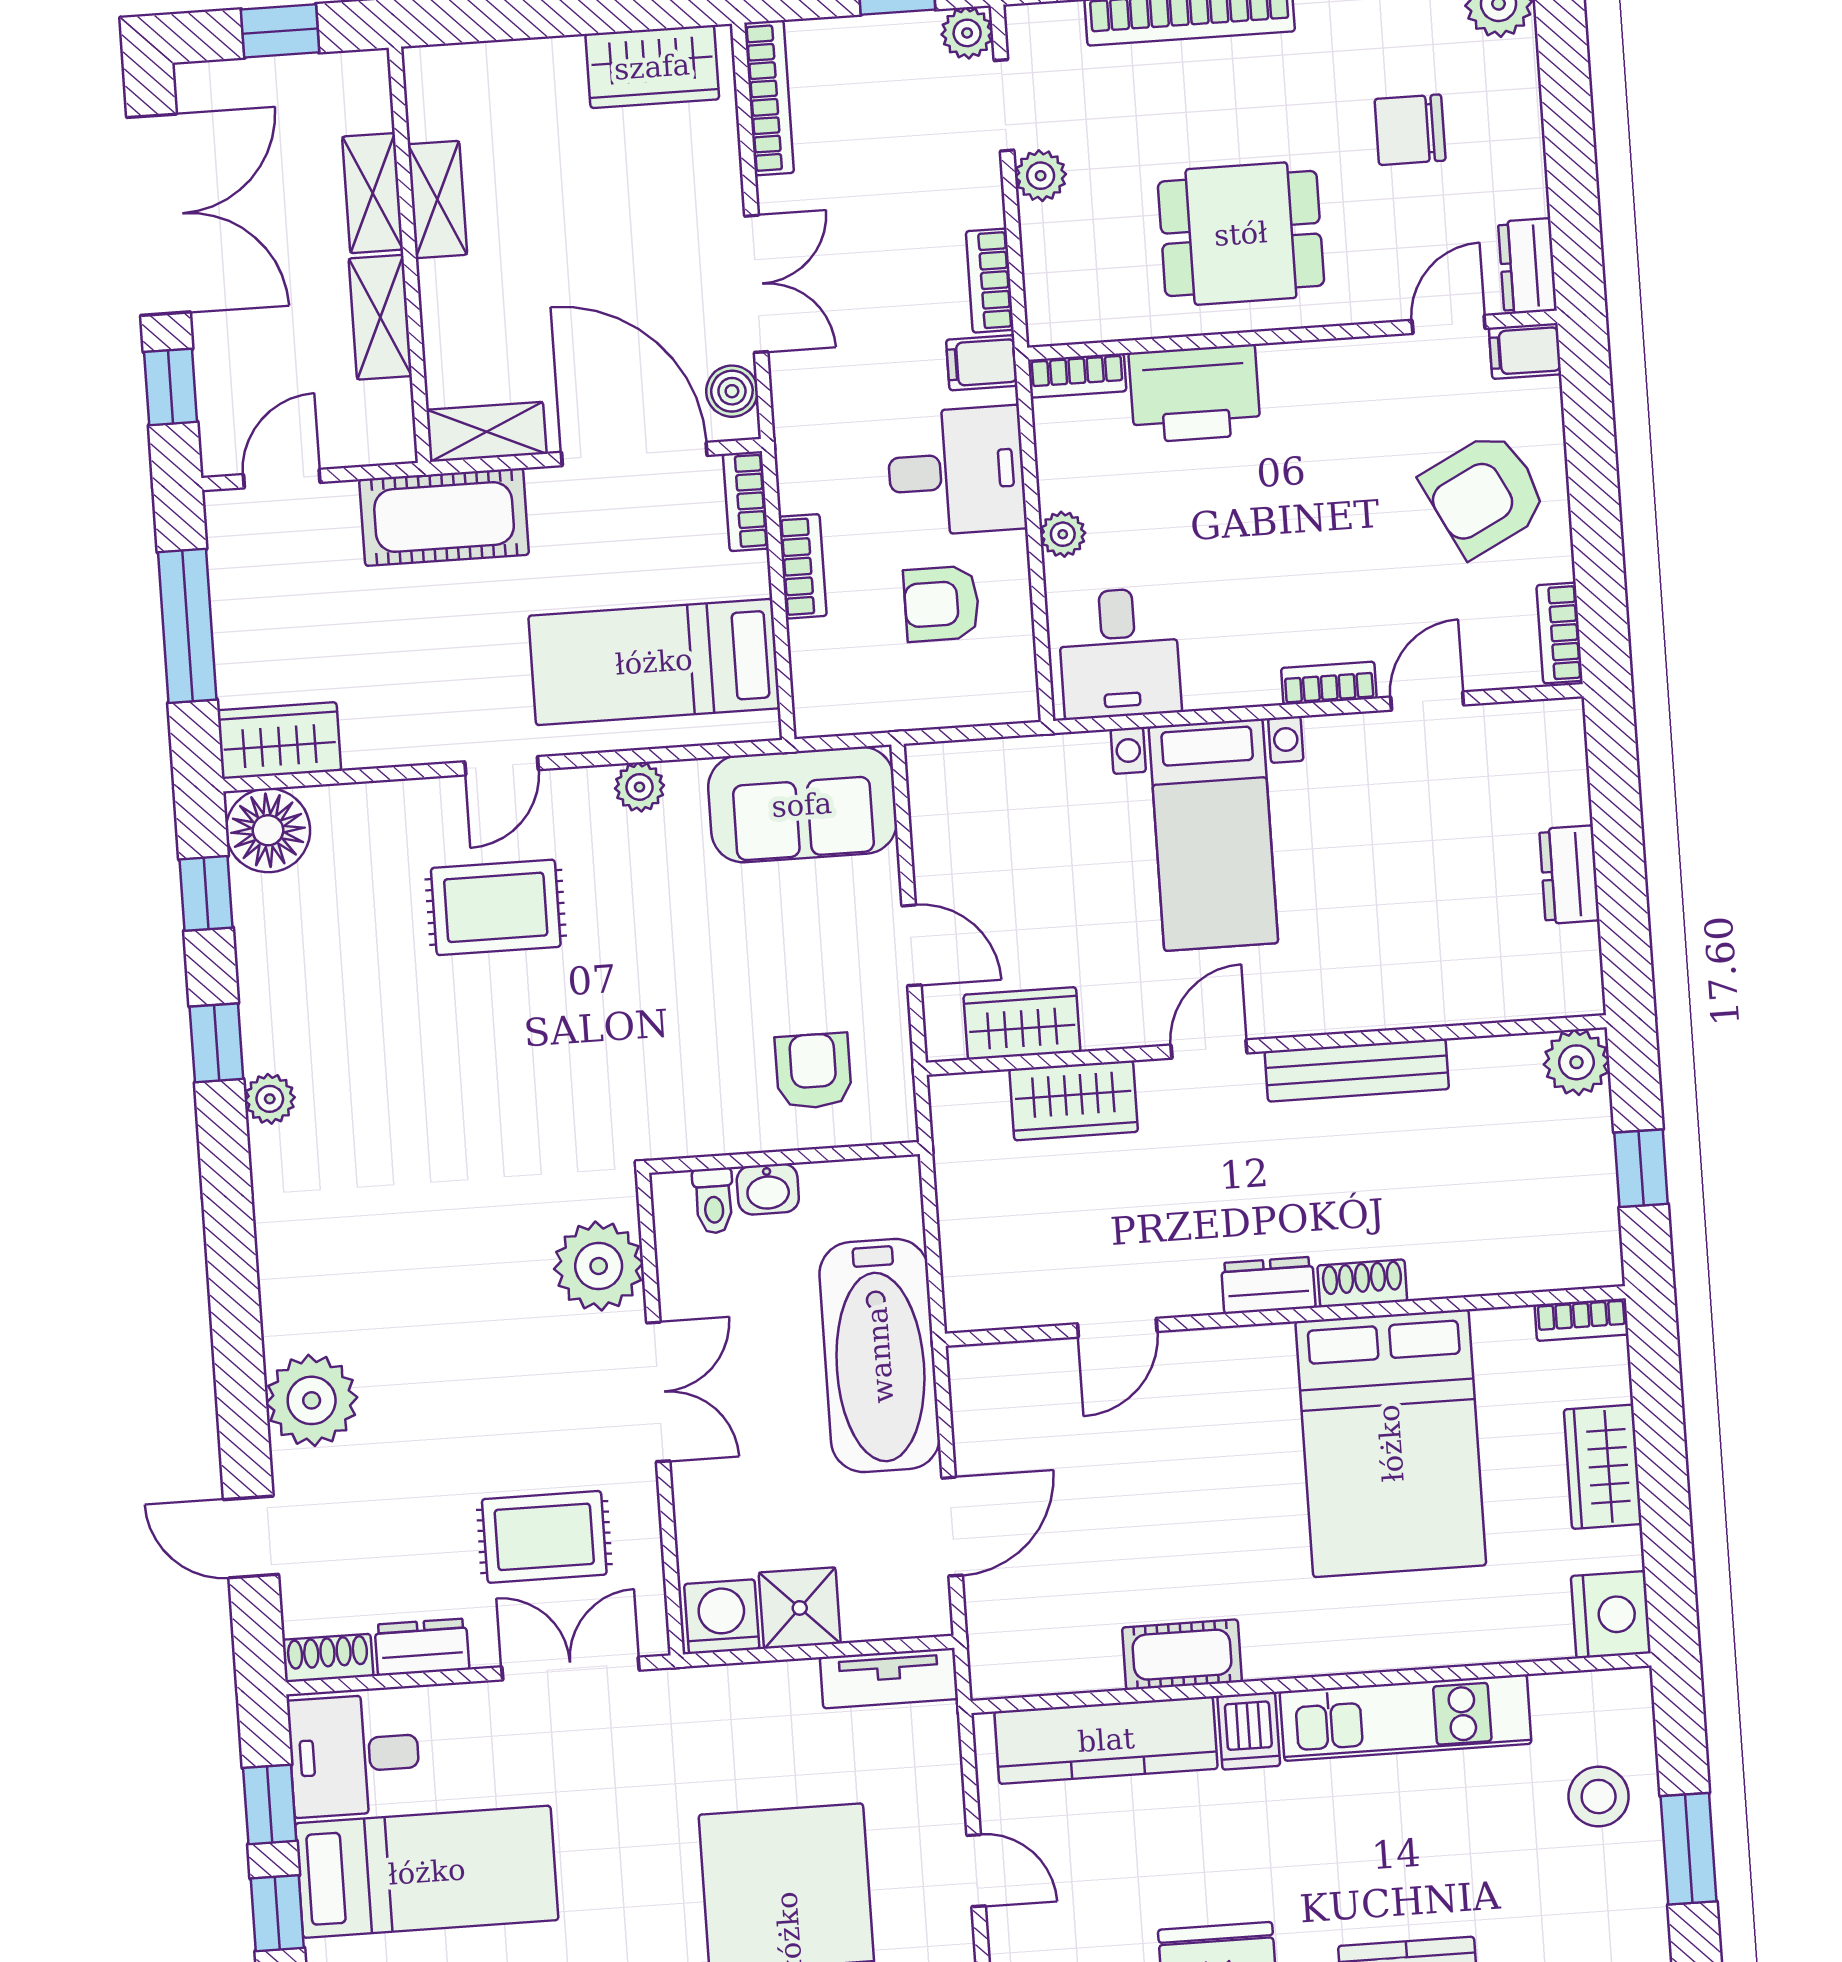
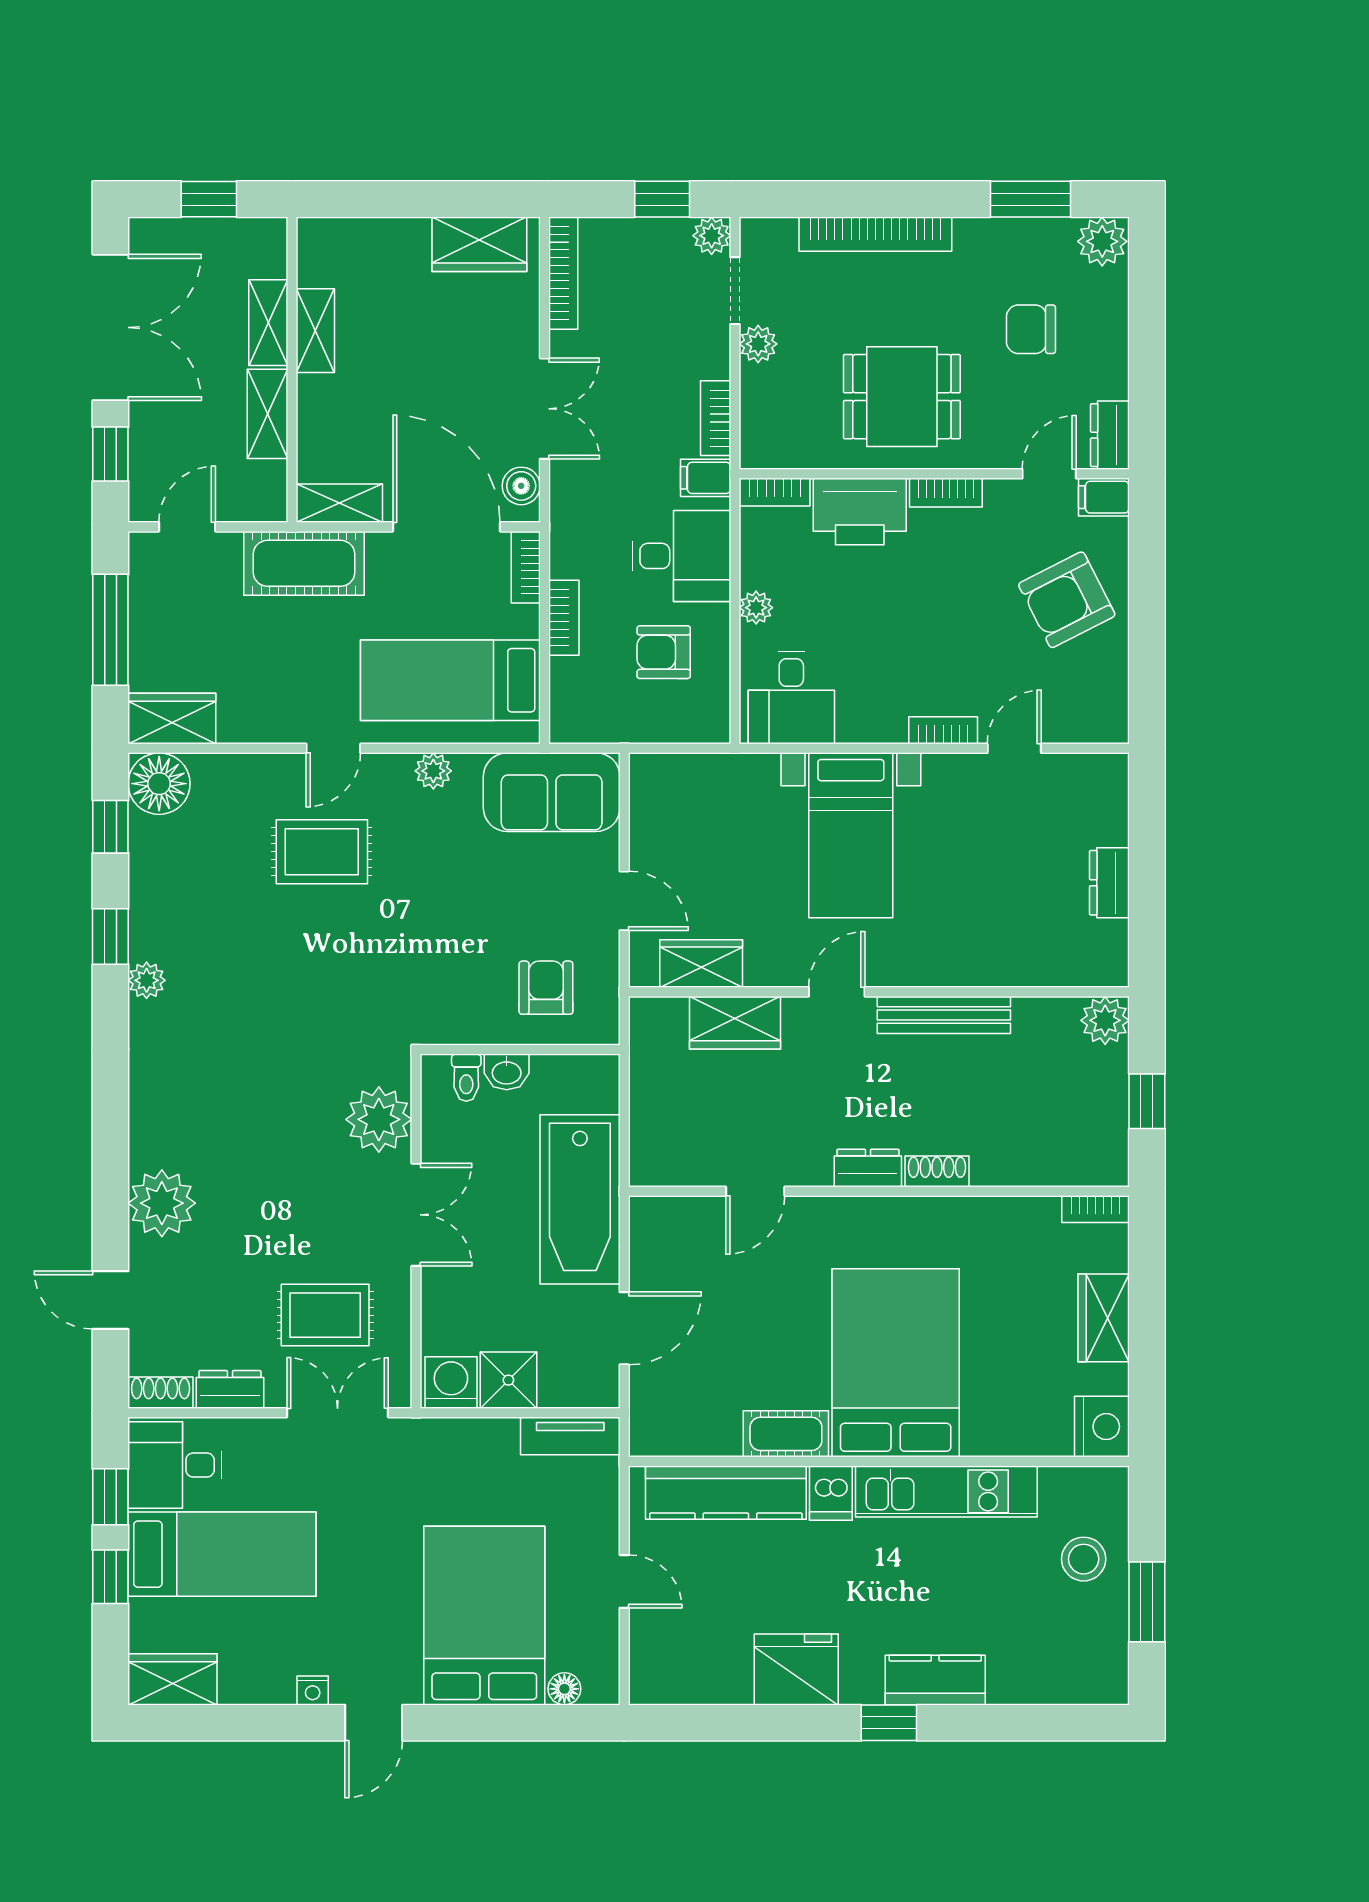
bookcase: (1560, 633) -> (946, 493), moved, turned -90
bed: (1391, 1443) -> (896, 1363), moved, turned 180

